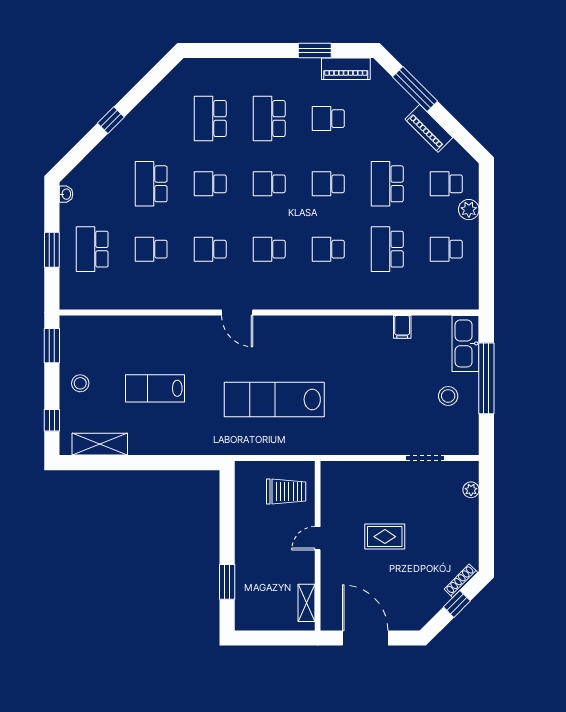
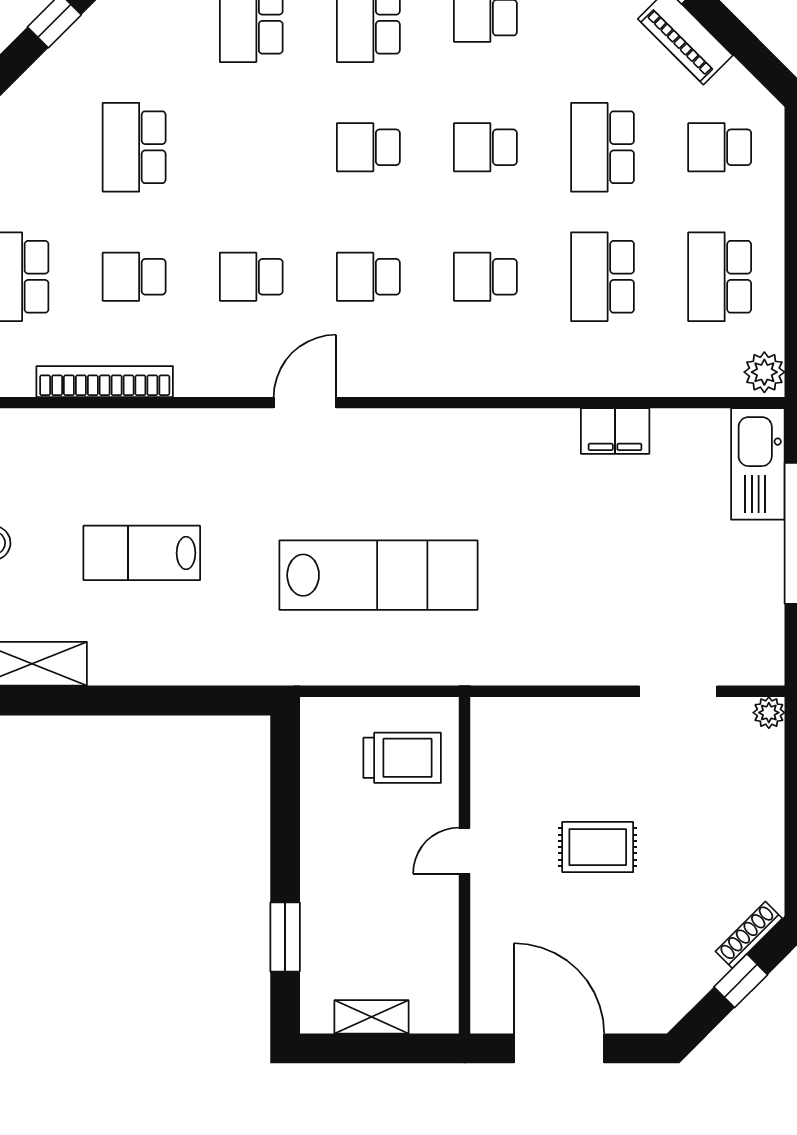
school desk: (210, 184) -> (251, 147), removed
plant: (469, 210) -> (764, 372), moved
school desk: (446, 249) -> (720, 277), width x1.85
bookcase: (136, 302) -> (105, 382), added
door: (237, 313) -> (305, 403), swing flipped
filing cabinet: (402, 327) -> (615, 431), width x2.00
stool: (448, 396) -> (723, 568), removed
lab bench: (274, 399) -> (378, 575), turned 180
plant: (471, 490) -> (769, 713), moved
shelving: (306, 603) -> (371, 1017), moved, turned 90

